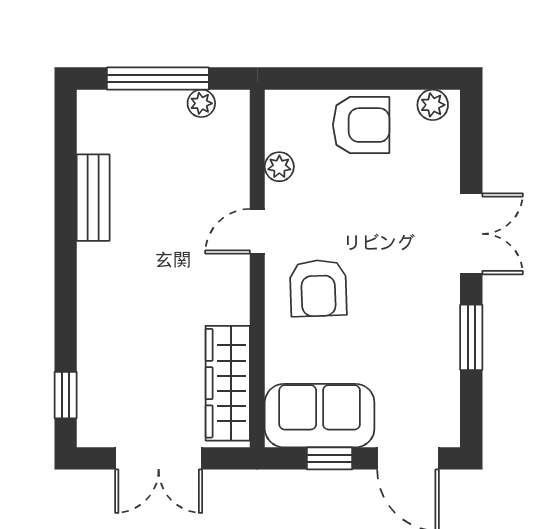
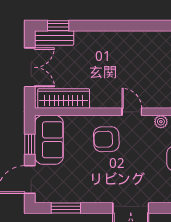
bench: (93, 198) -> (54, 38), moved
window: (471, 337) -> (66, 208), moved
double door: (159, 458) -> (30, 67), swing flipped

